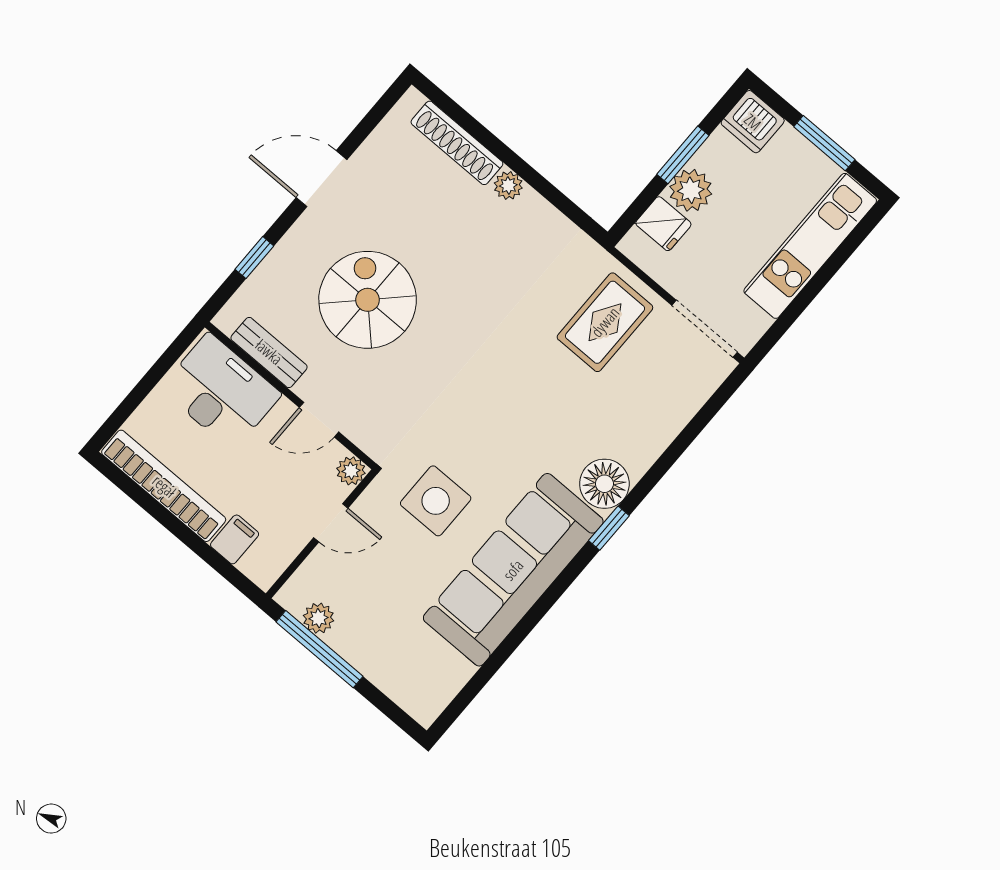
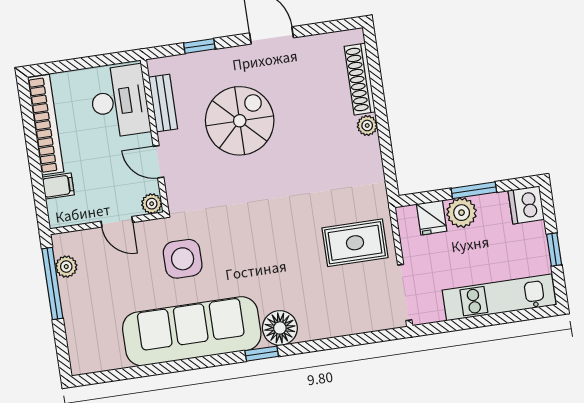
window: (824, 143) -> (554, 250), width x0.67

